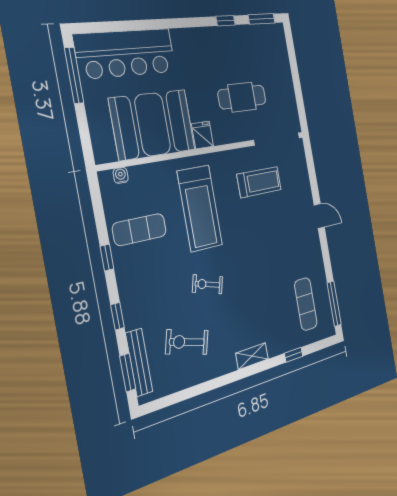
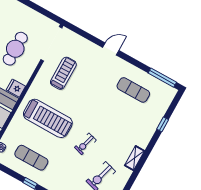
exercise mat: (140, 230) -> (31, 158), turned 90
exercise mat: (306, 304) -> (133, 90), moved
shelving: (252, 356) -> (135, 158), moved

